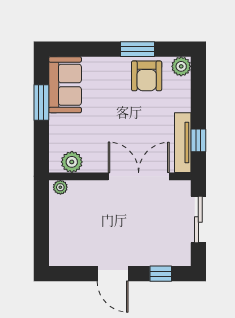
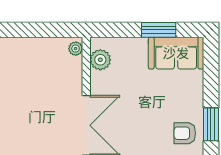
armchair: (147, 76) -> (185, 133), width x0.72, depth x0.72

